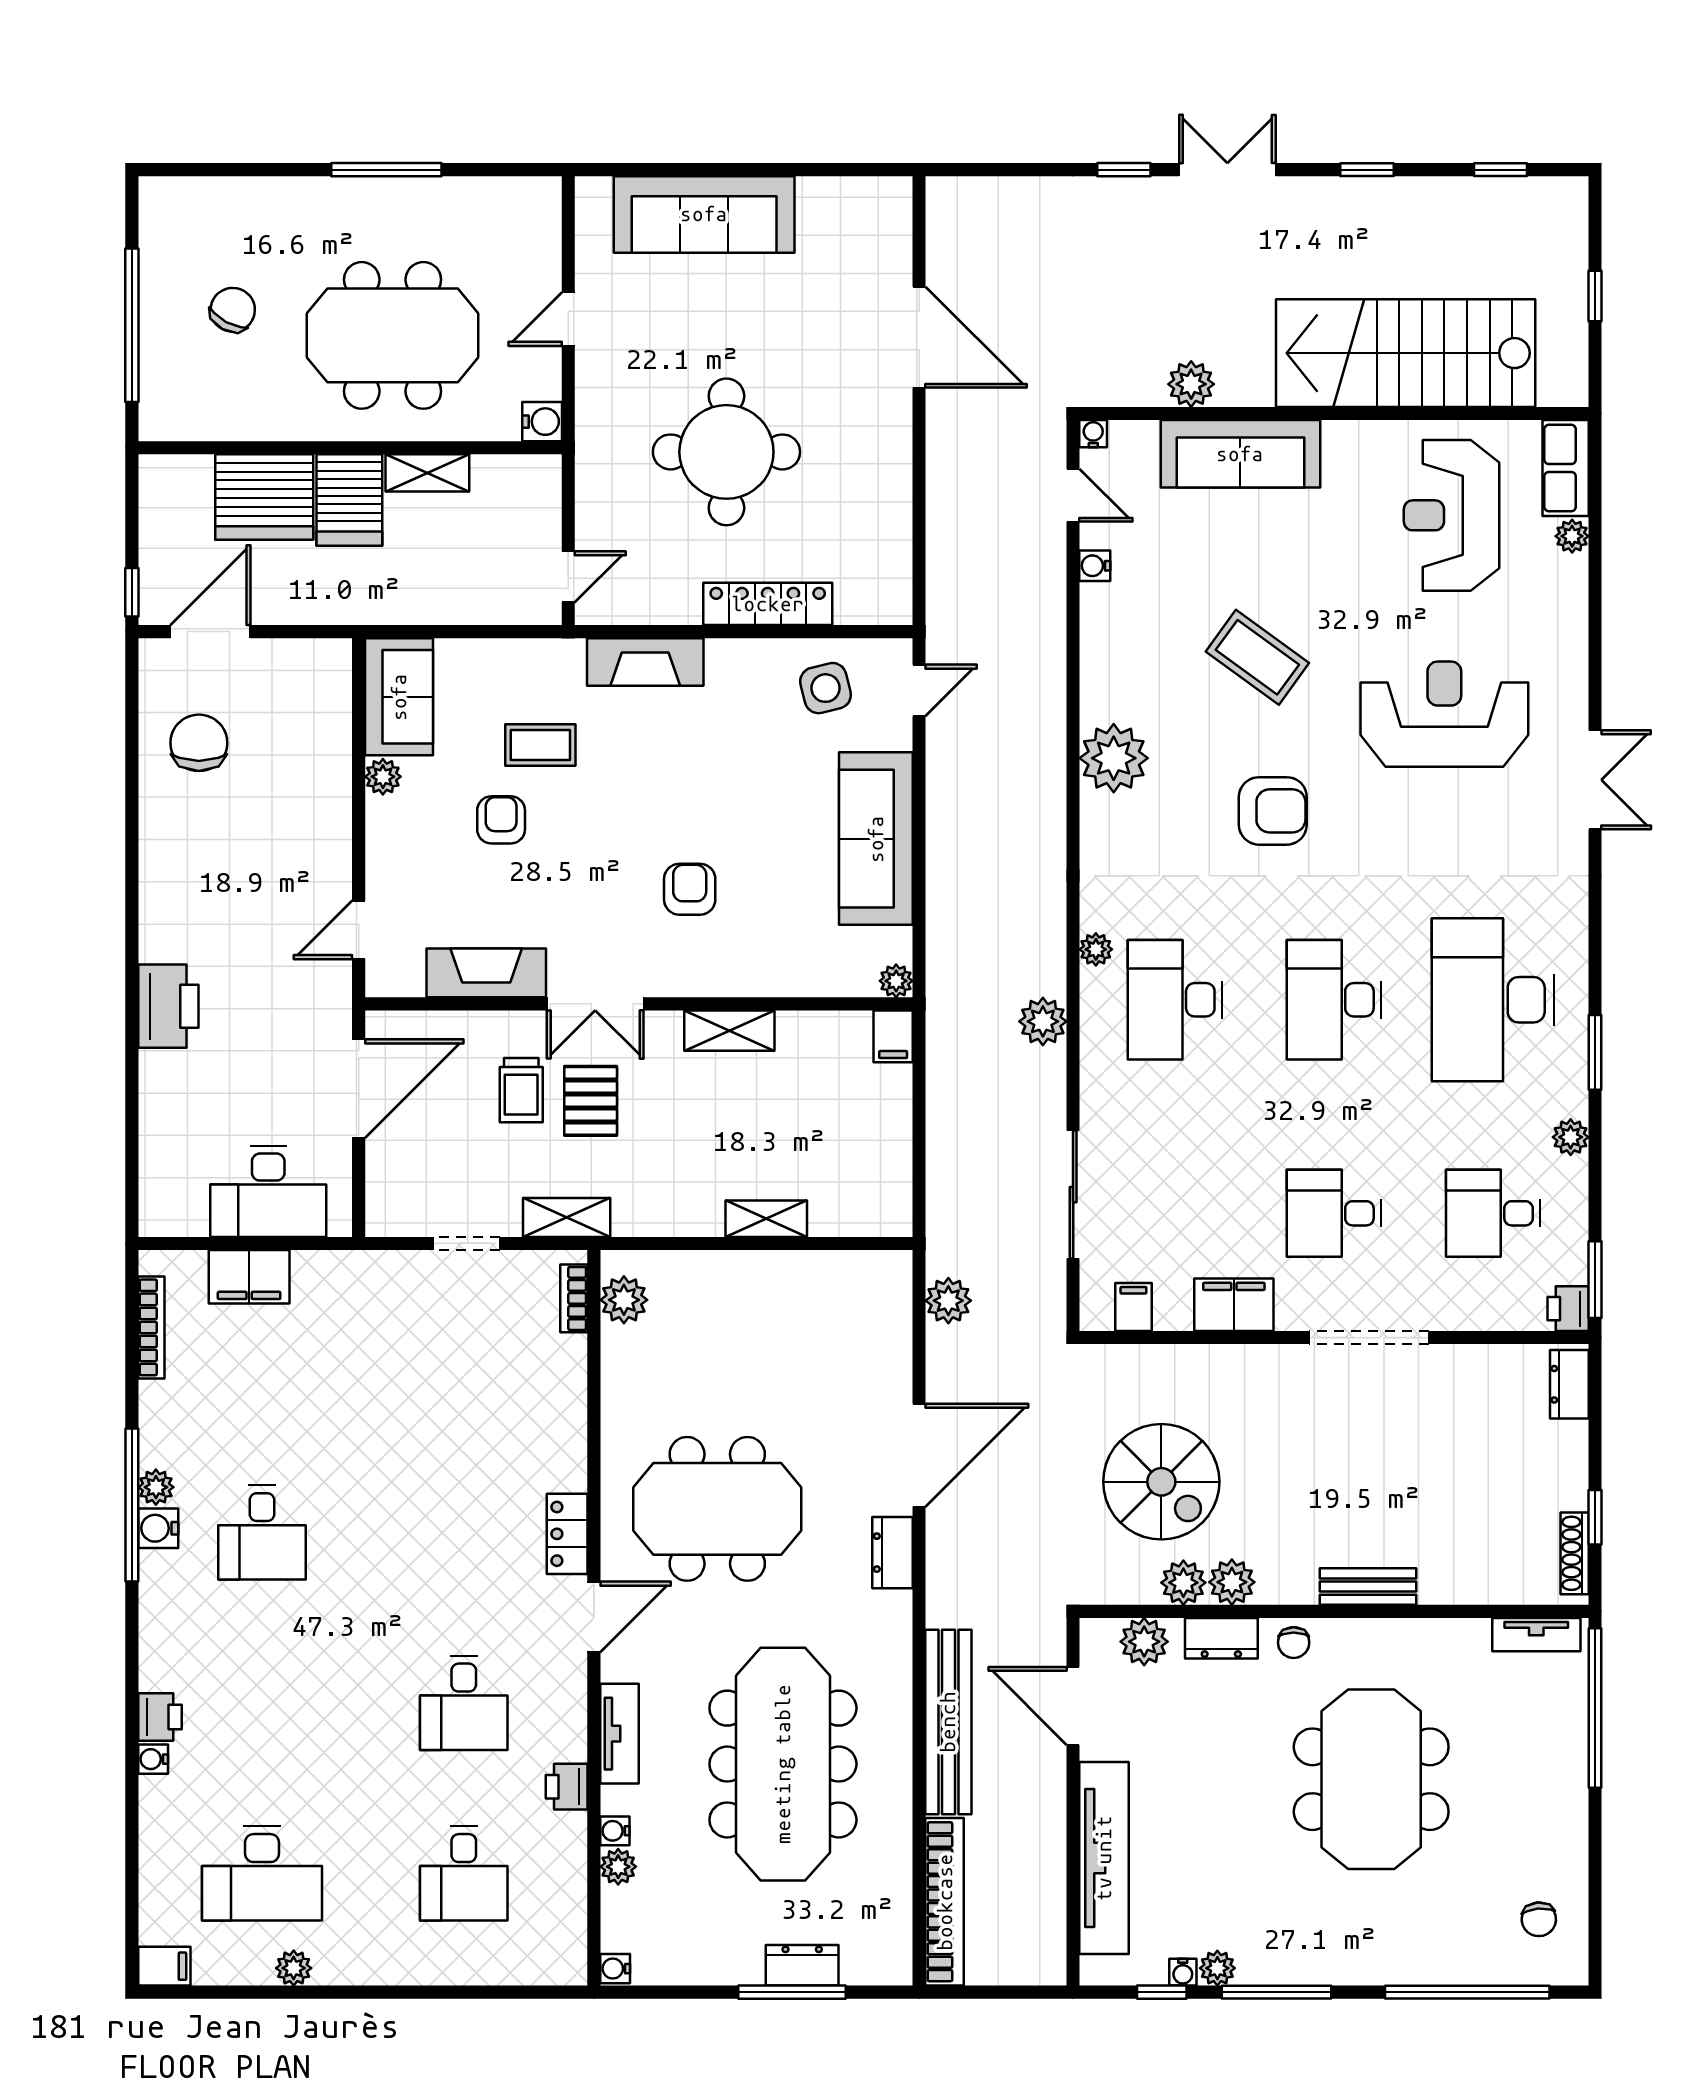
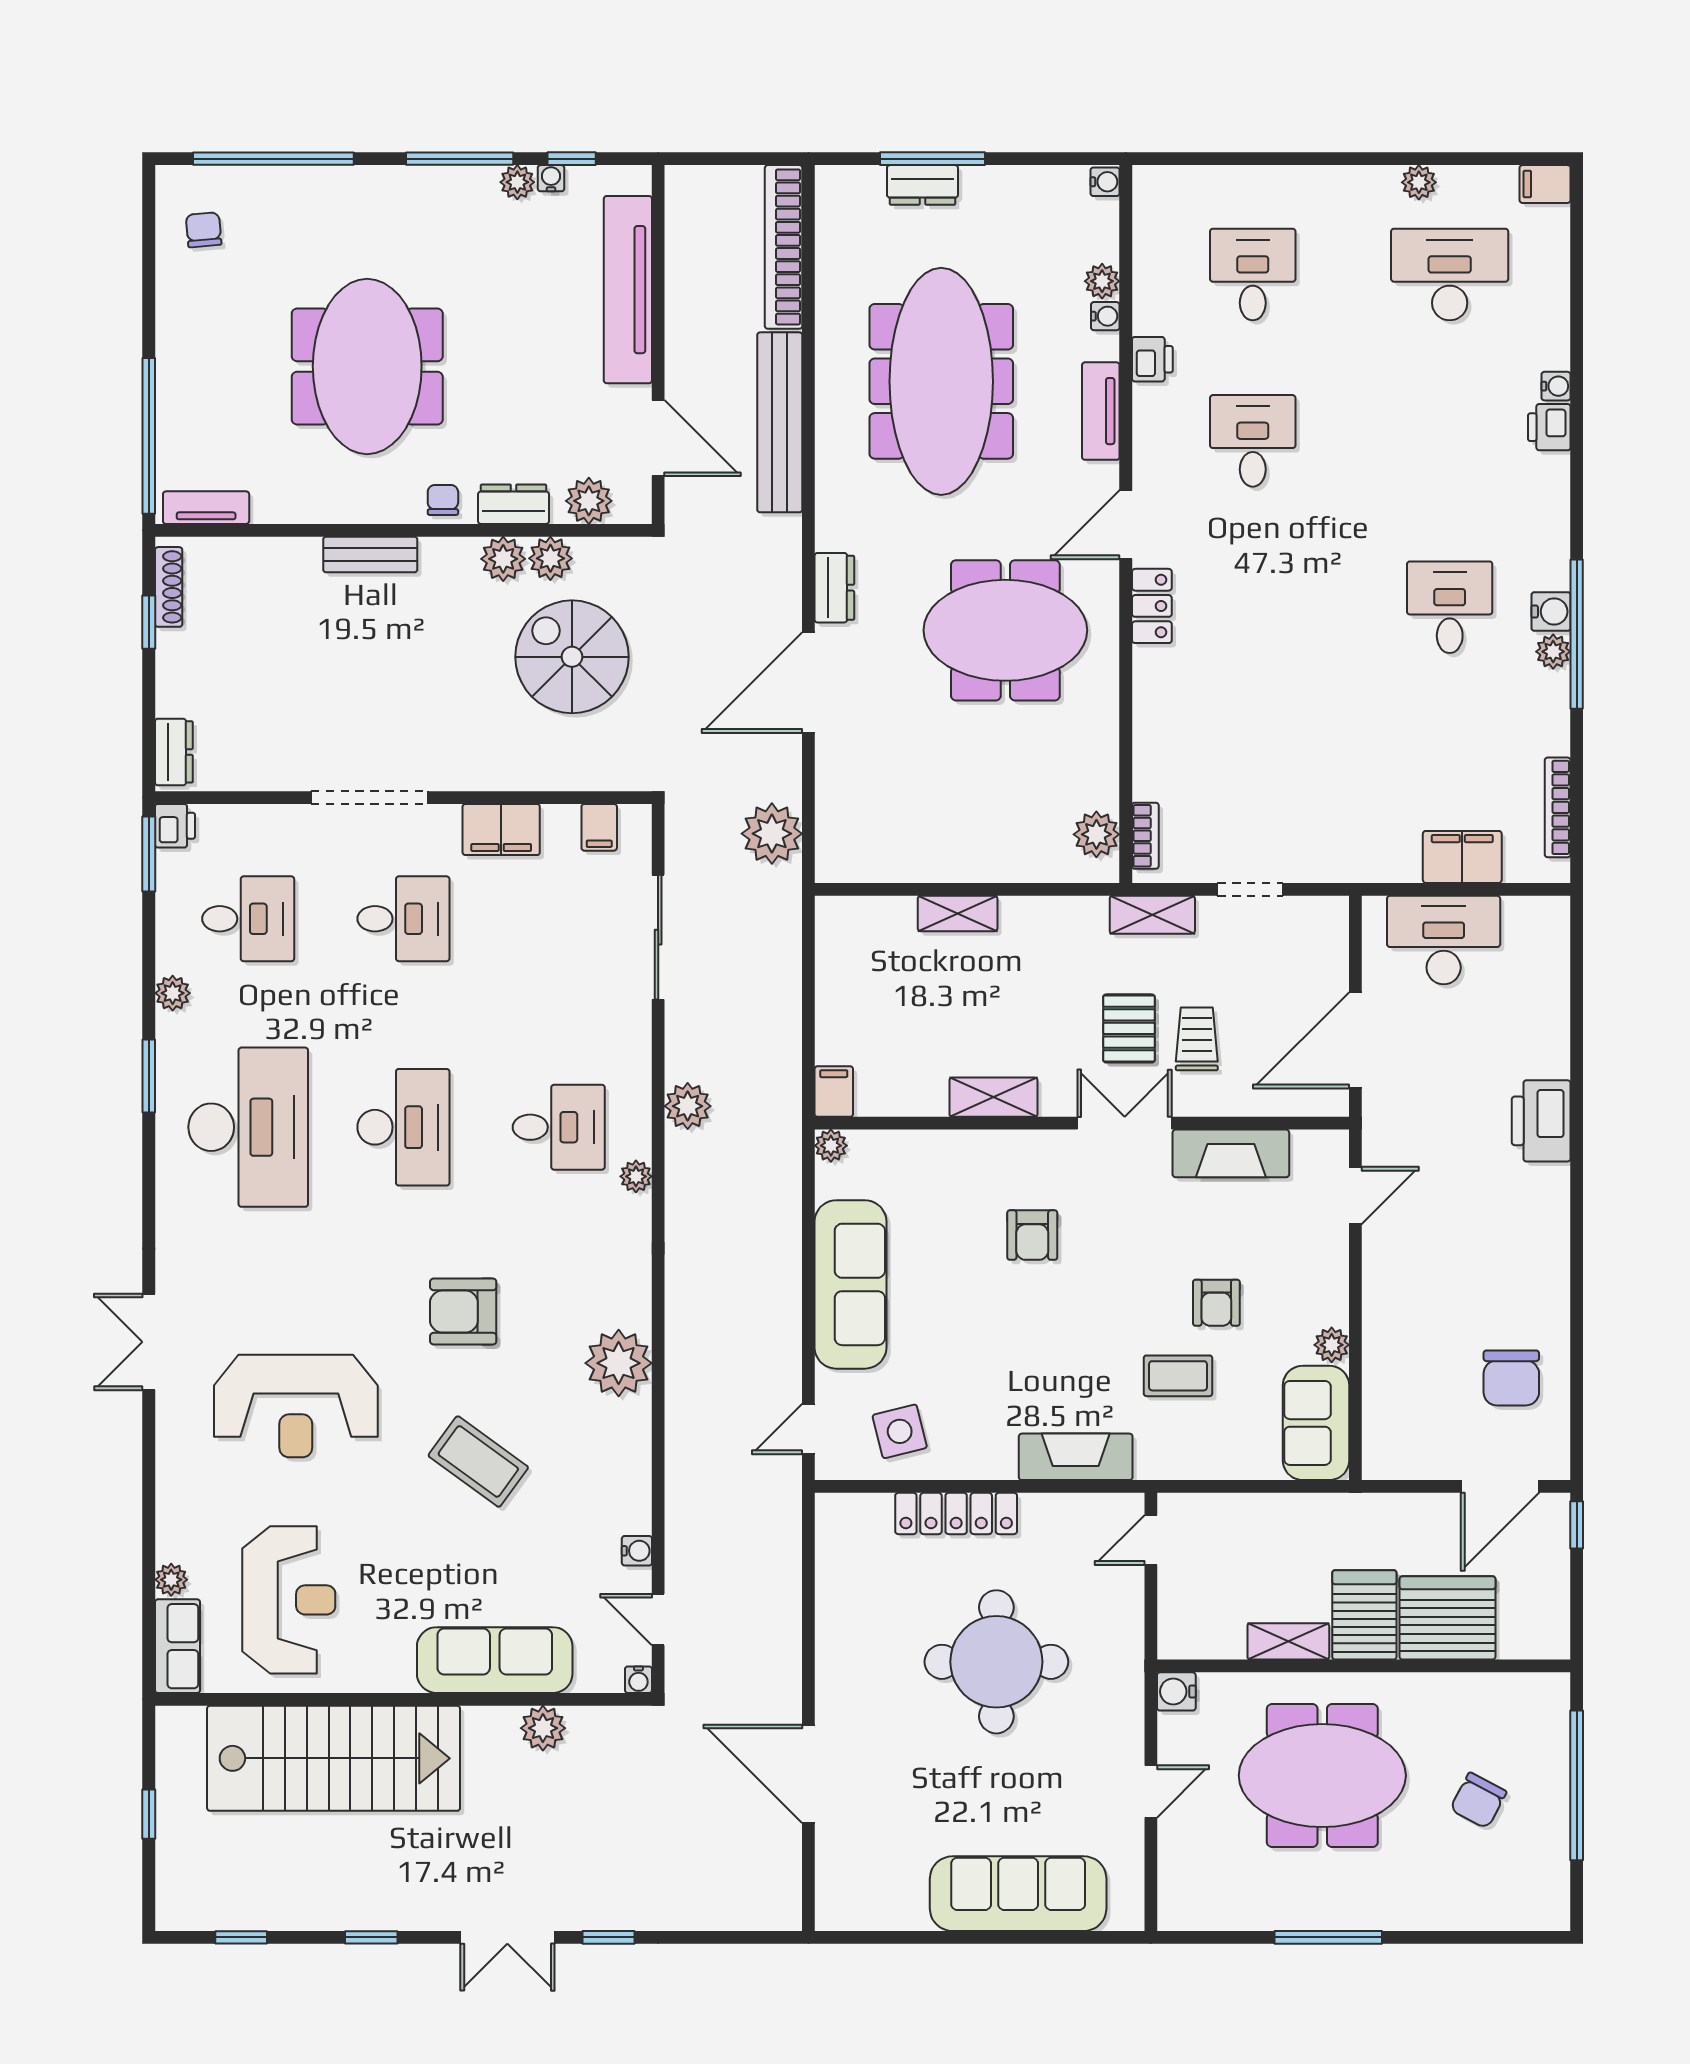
desk: (1175, 1000) -> (559, 1127), width x0.73
plant: (948, 1301) -> (772, 834), width x1.36, depth x1.36

